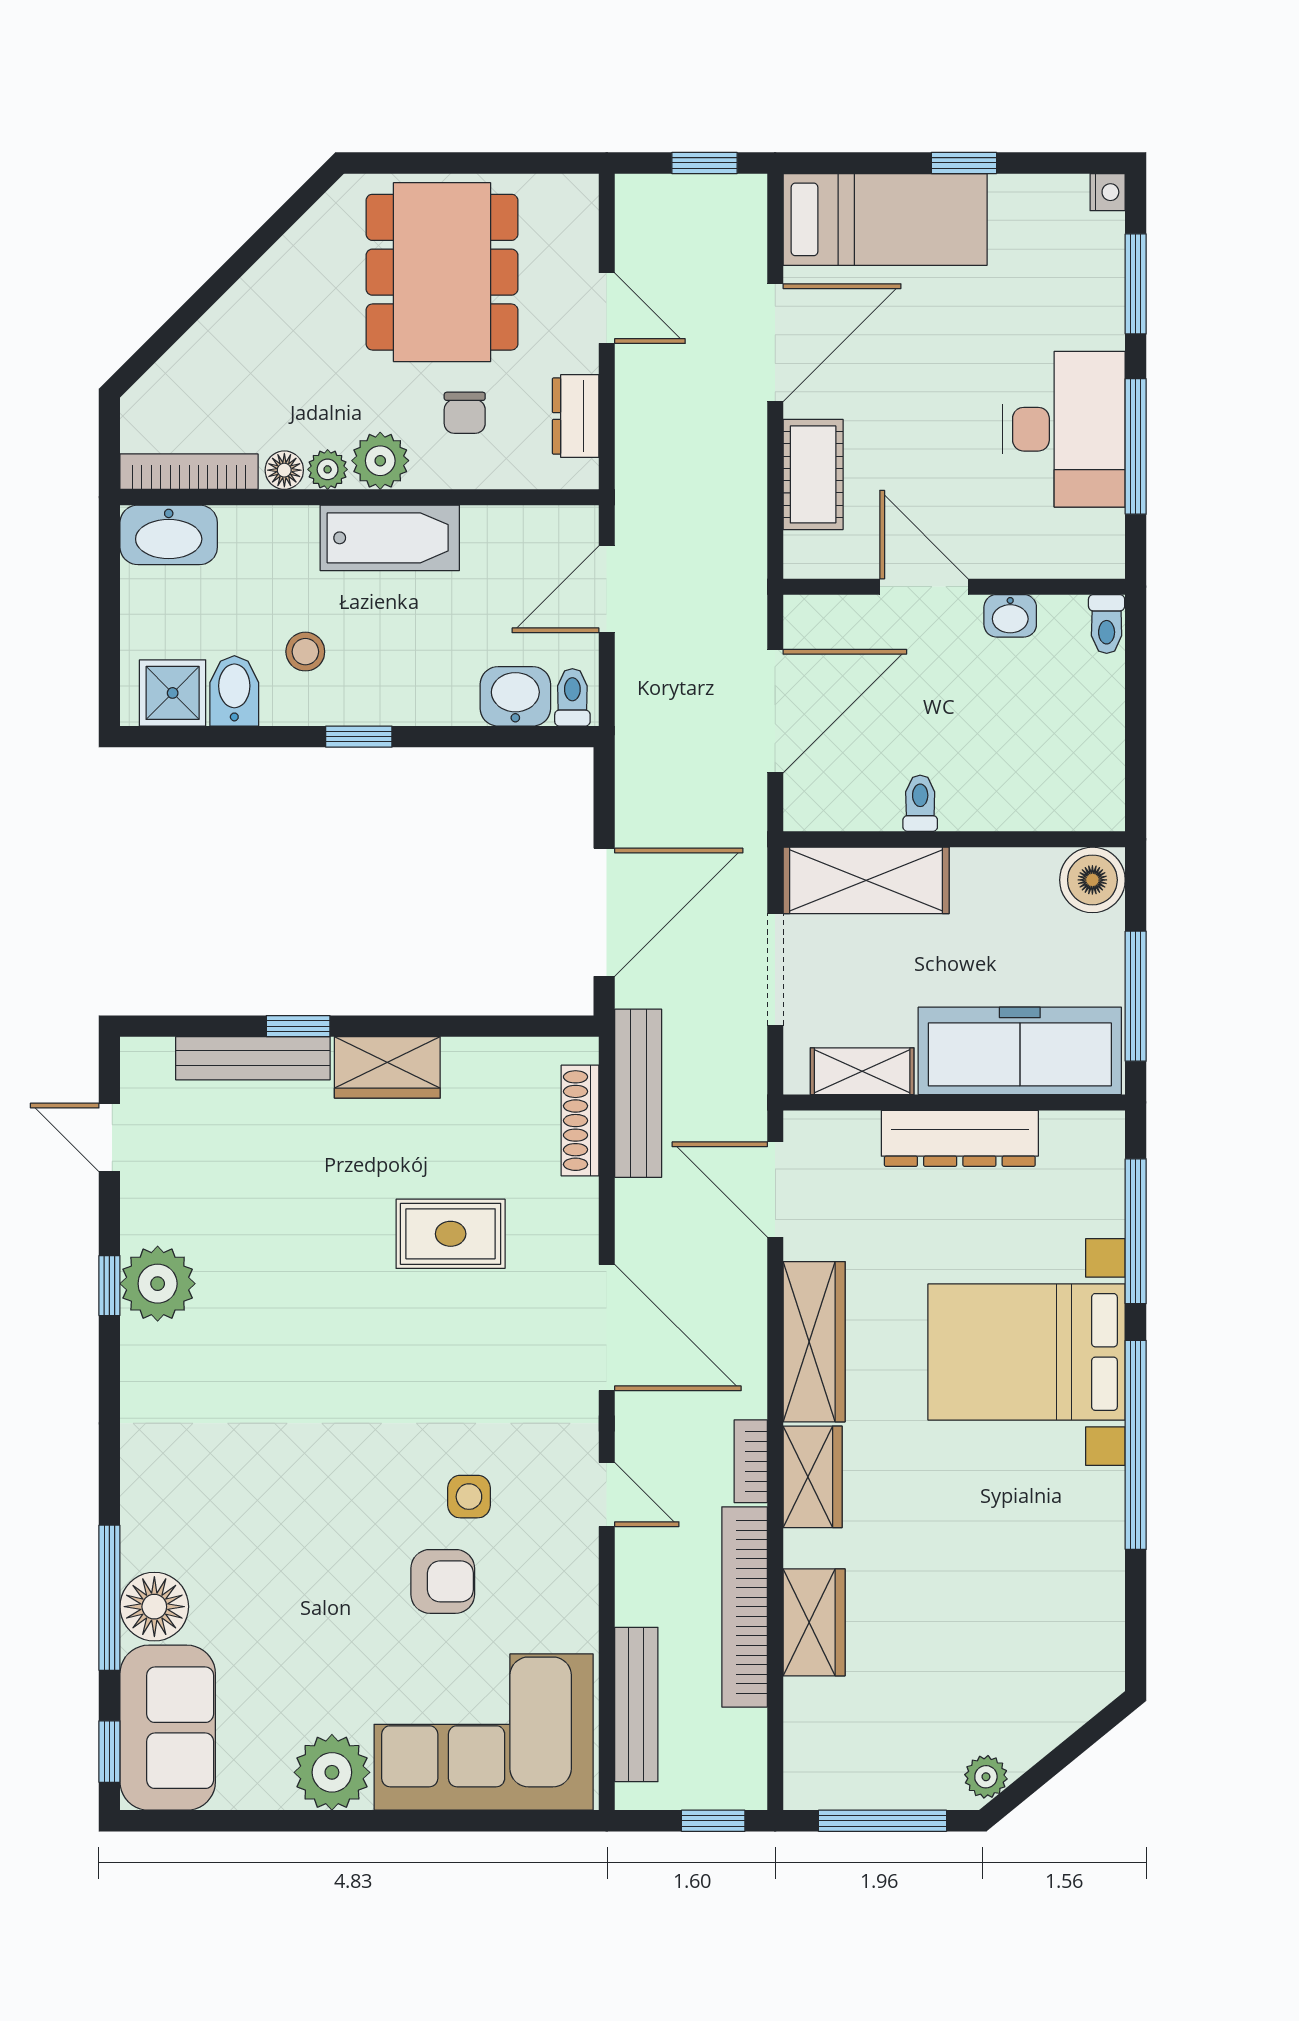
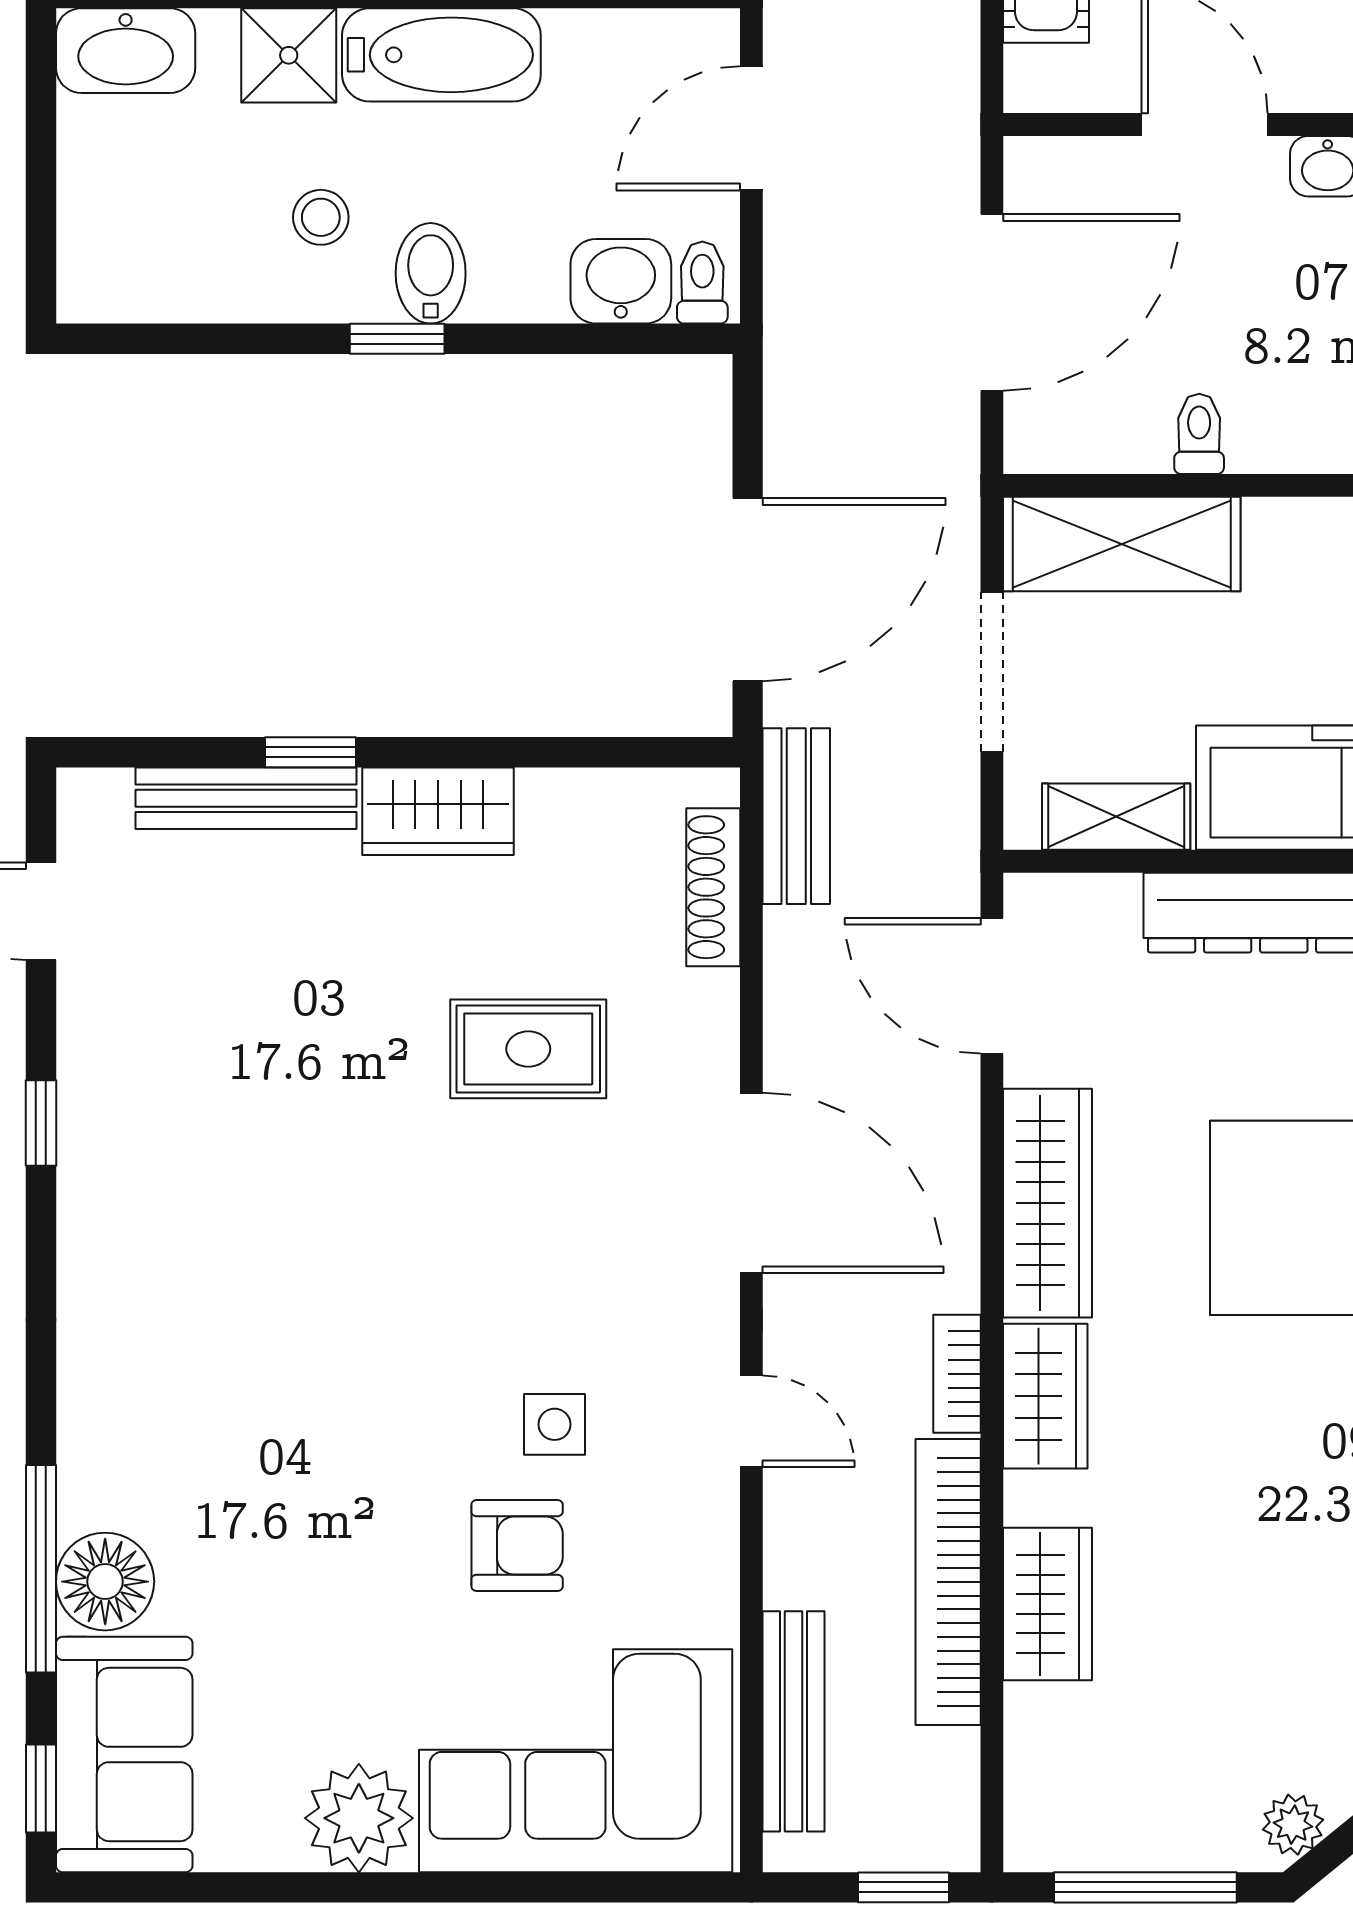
bidet: (234, 691) -> (431, 273), moved
shower: (173, 693) -> (289, 55), moved
bench: (638, 1093) -> (796, 816), width x0.73
plant: (158, 1284) -> (110, 1120), removed

